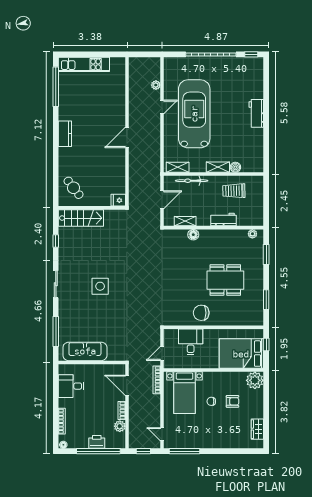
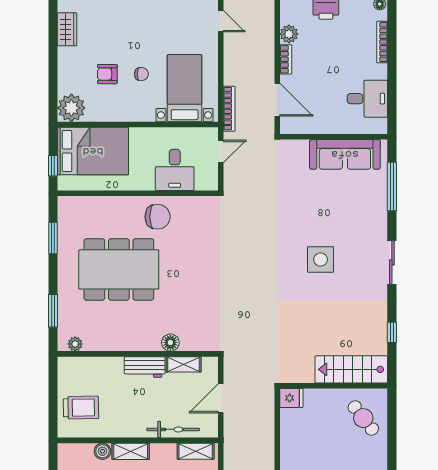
trolley: (234, 191) -> (81, 408), moved
workbench: (224, 219) -> (145, 367), moved
dining table: (225, 280) -> (119, 269), width x1.36, depth x1.24

